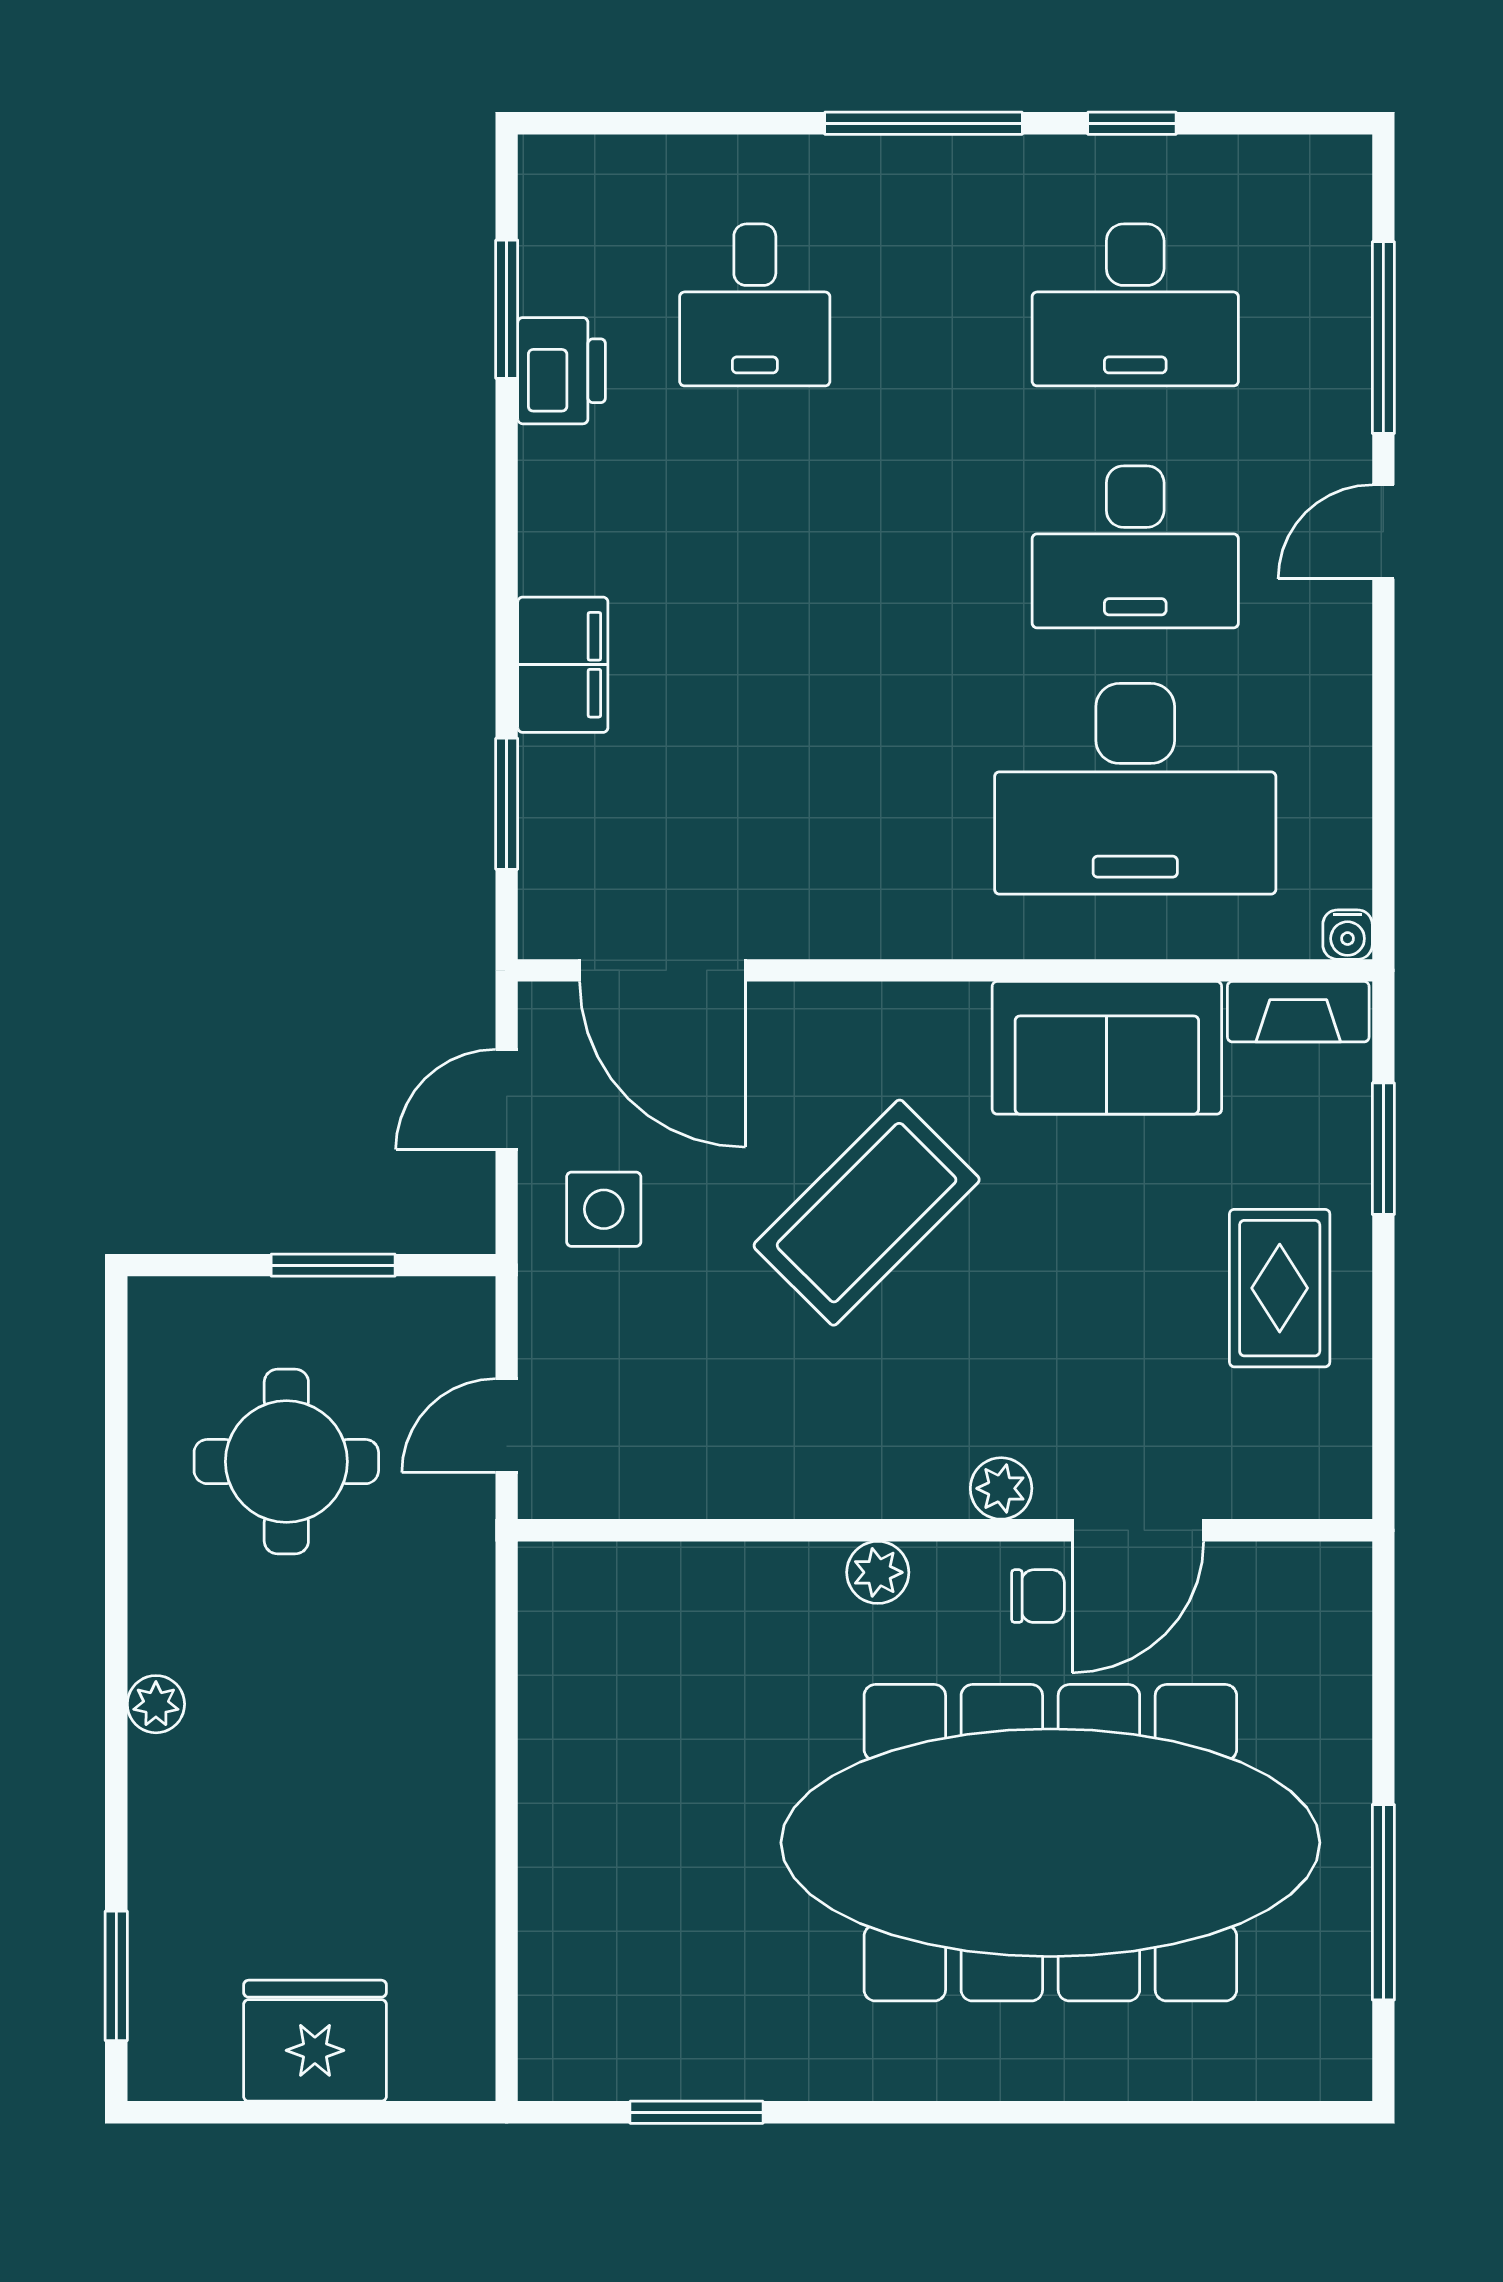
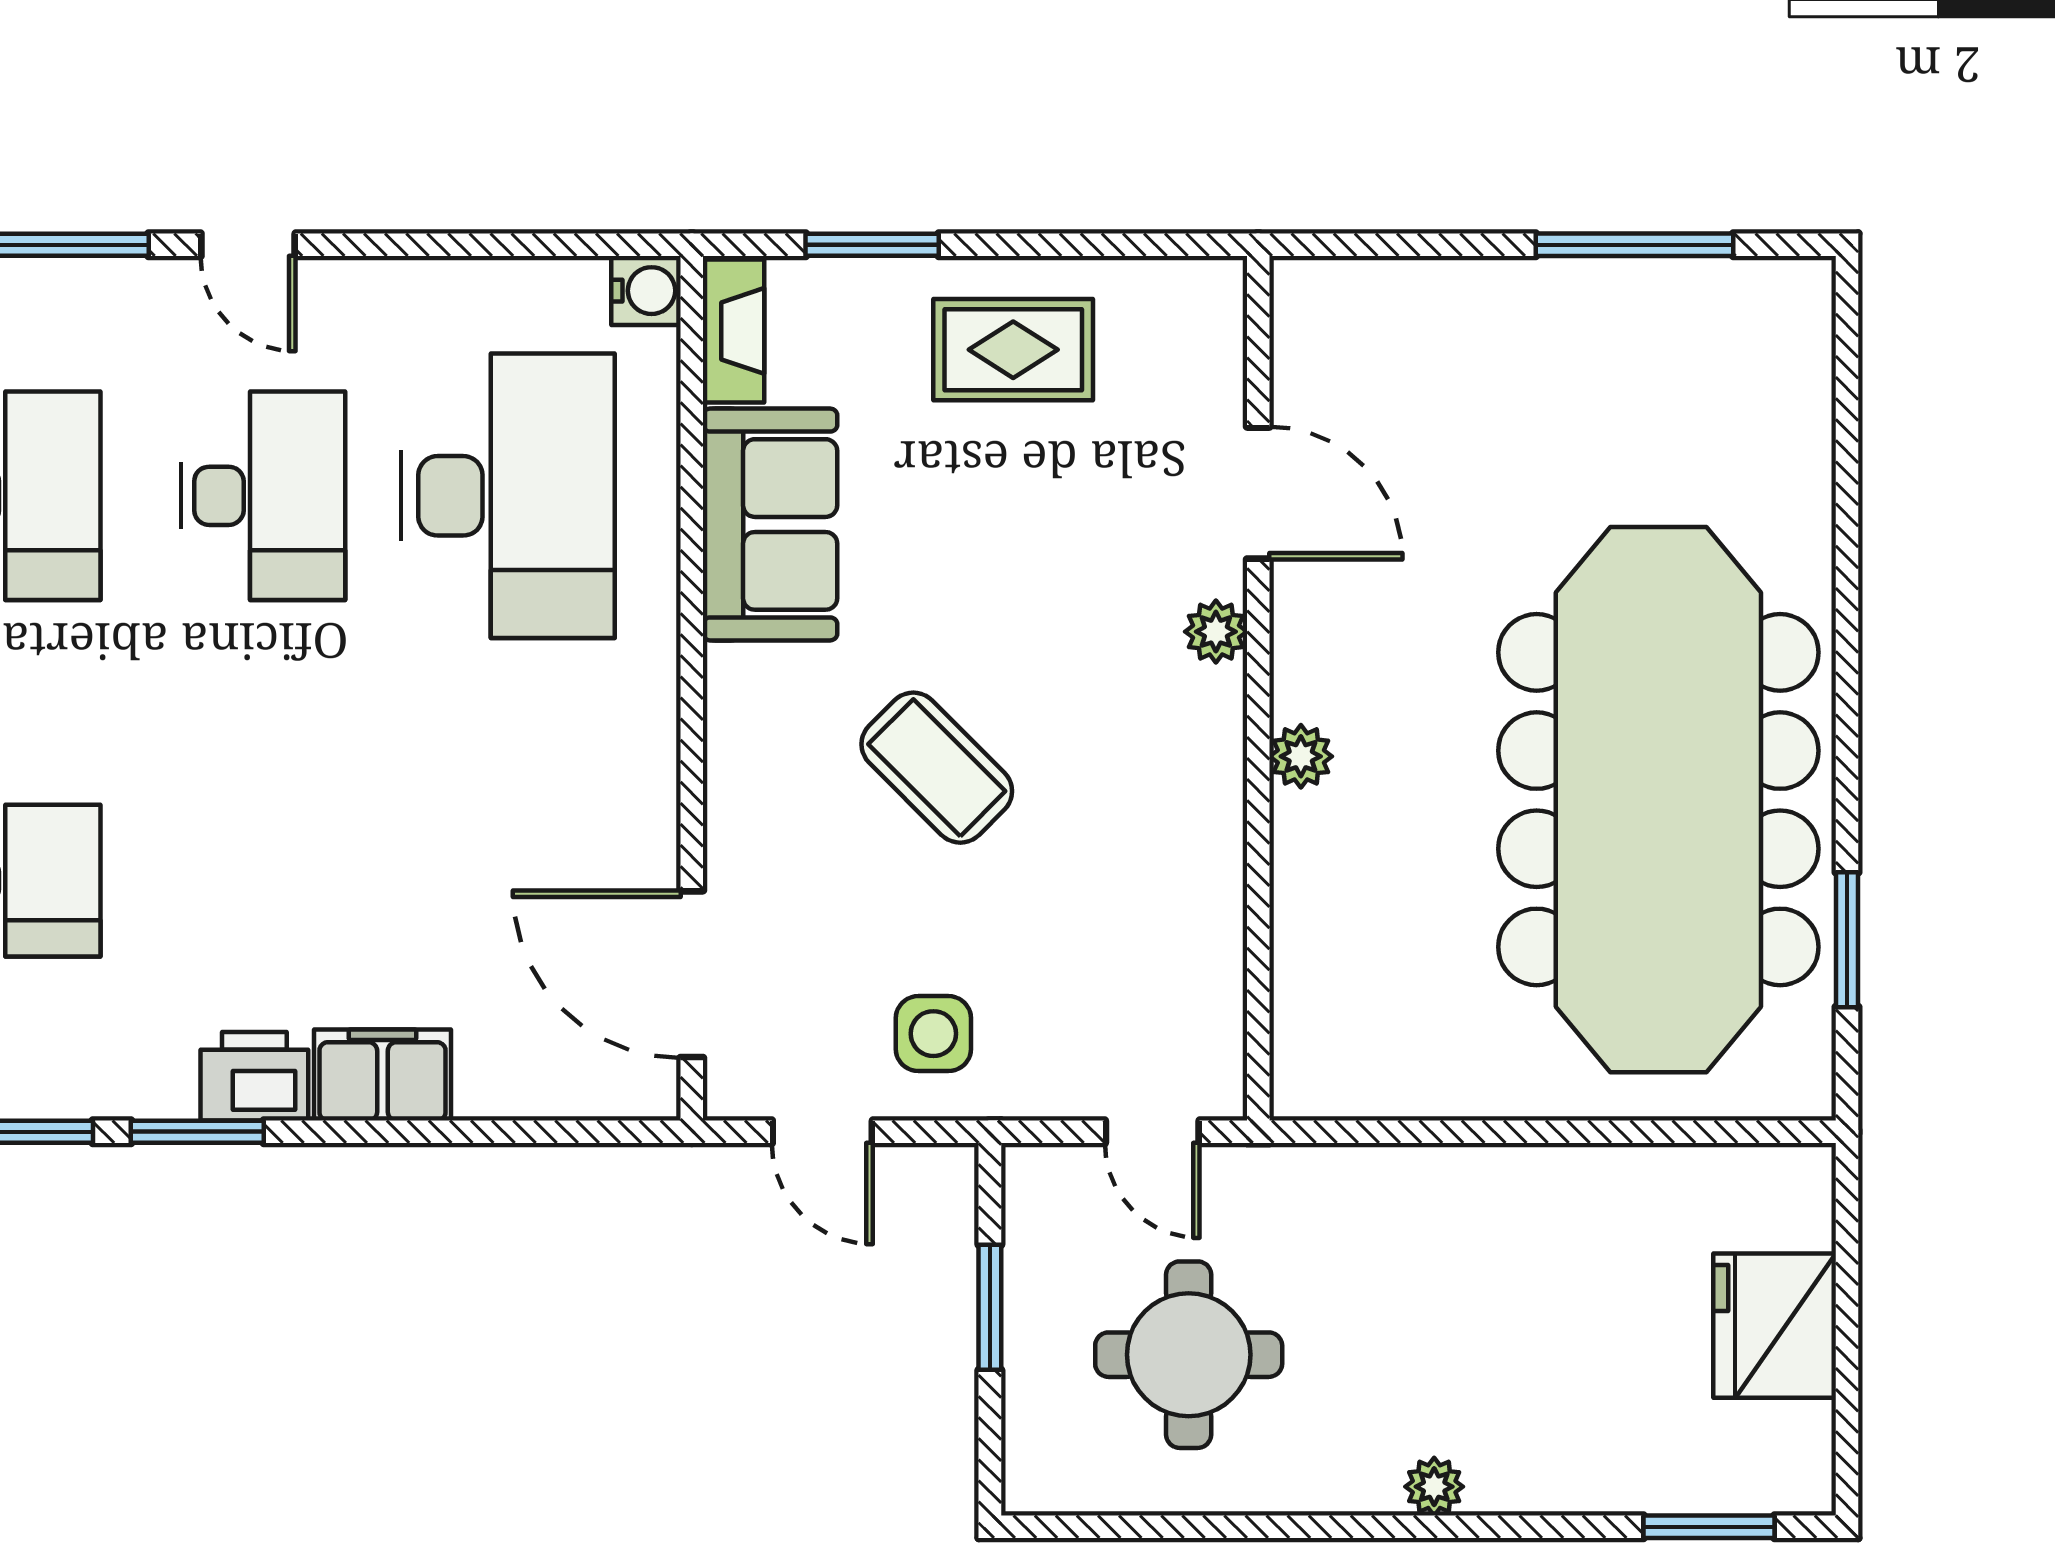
printer: (562, 371) -> (254, 1076), moved
window: (507, 804) -> (197, 1132), moved
water cooler: (1348, 935) -> (646, 291), width x1.38, depth x1.38
door: (662, 970) -> (692, 974), swing flipped
coffee table: (867, 1213) -> (937, 768), width x0.73, depth x0.76
chair: (1038, 1596) -> (1325, 594), removed
meeting table: (1050, 1843) -> (1658, 800), moved

